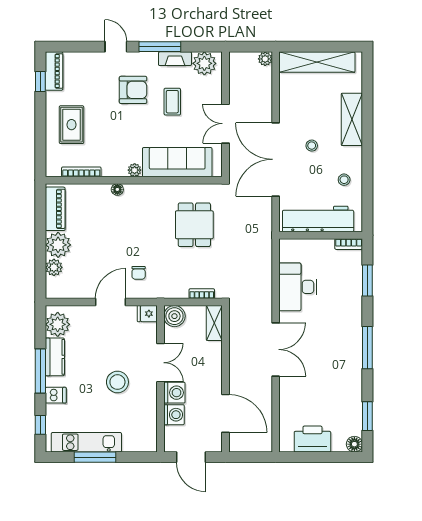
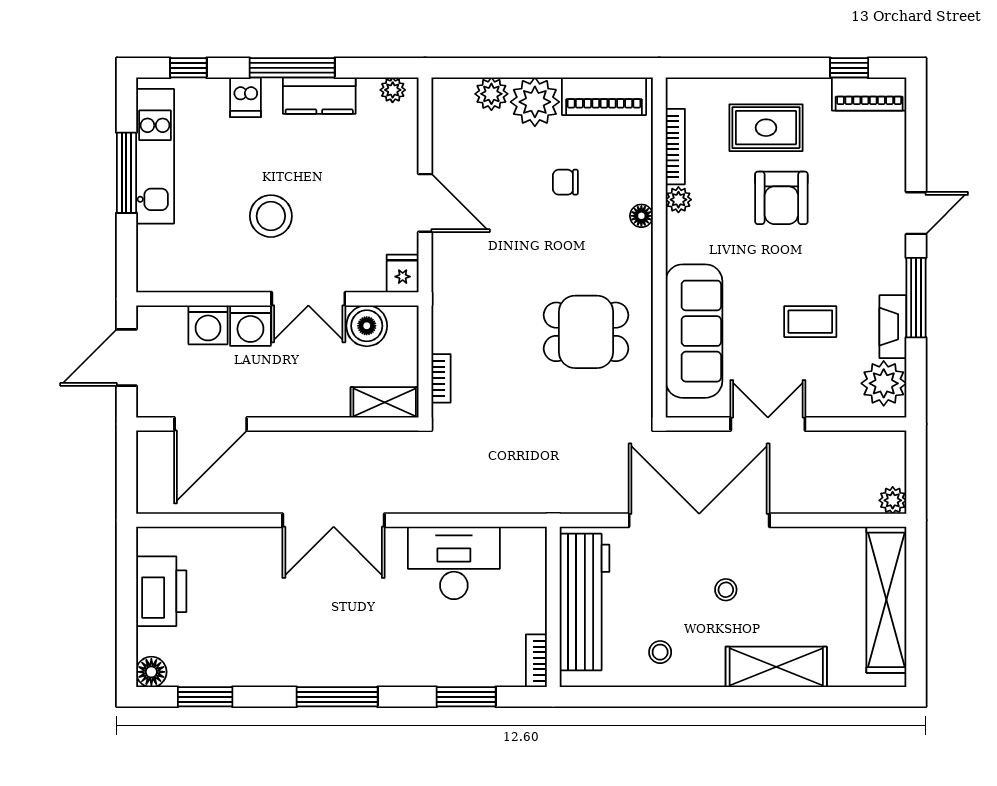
armchair: (133, 90) -> (781, 198), moved
plant: (135, 170) -> (678, 200), moved
dining table: (194, 225) -> (586, 332), moved
chair: (139, 273) -> (565, 182), moved
boiler: (174, 316) -> (367, 326), moved
plant: (58, 324) -> (393, 90), width x0.53, depth x0.53

